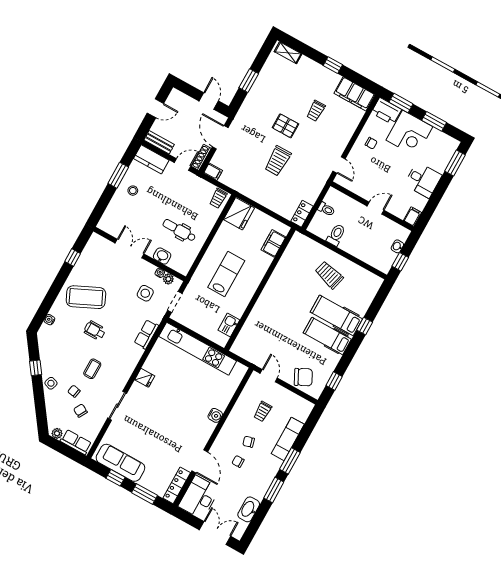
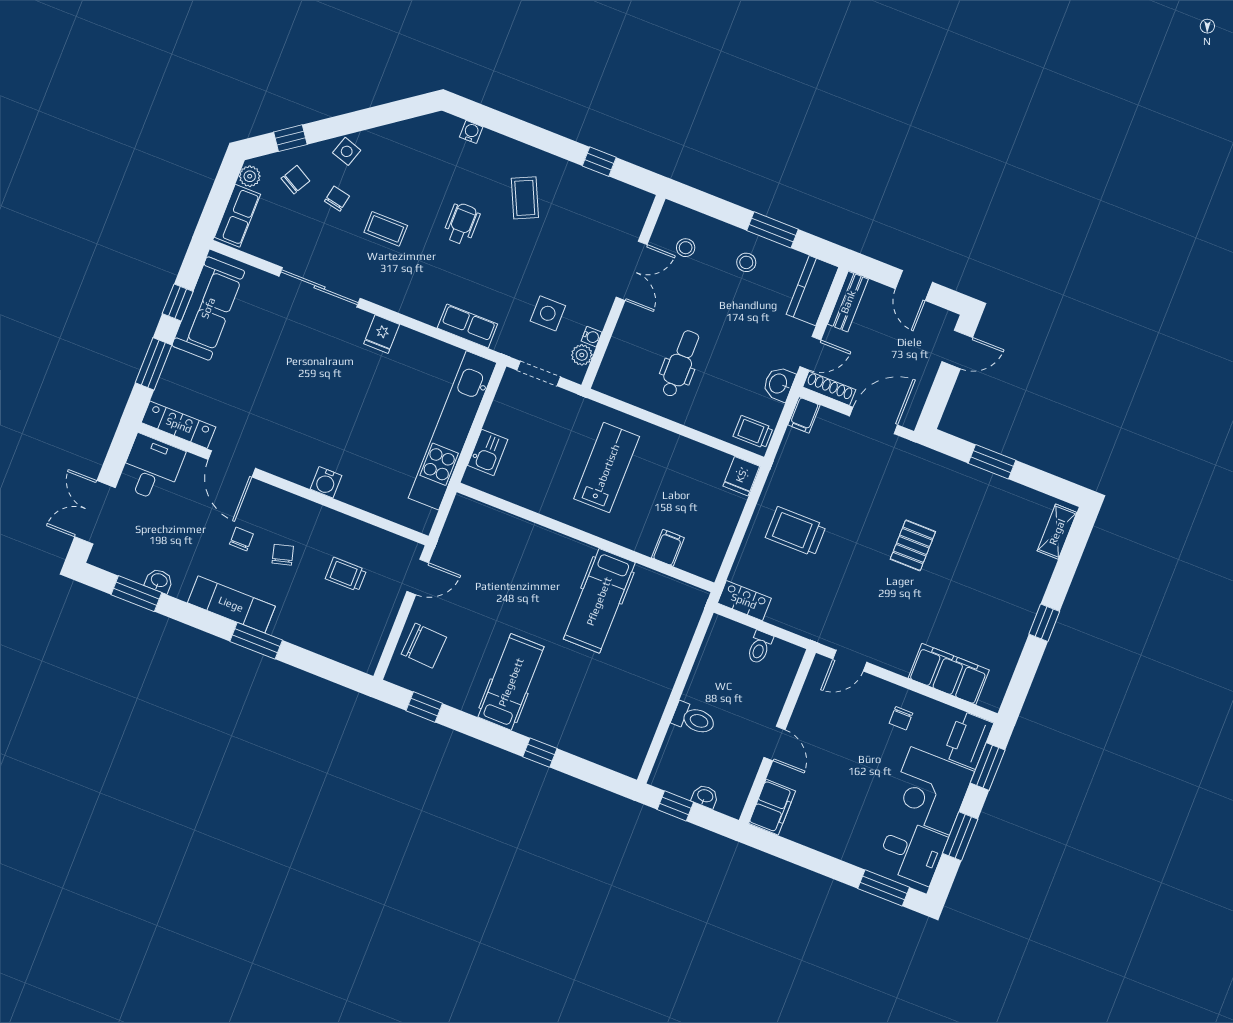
filing cabinet: (354, 94) -> (949, 674), moved, turned 90
door: (209, 101) -> (957, 349), moved
trolley: (316, 111) -> (950, 601), removed
trolley: (278, 161) -> (796, 532), moved
door: (183, 164) -> (810, 353), hinge flipped
desk: (423, 180) -> (912, 852), moved, turned -90
fridge: (239, 214) -> (741, 476), width x0.53, depth x0.75
filing cabinet: (412, 216) -> (772, 807), width x2.00
stool: (121, 220) -> (686, 248), added
toilet: (336, 235) -> (694, 719), moved
filing cabinet: (273, 243) -> (668, 548), width x0.50
washbasin: (162, 256) -> (779, 384), moved, turned 180
lab bench: (226, 274) -> (607, 468), turned -90
trolley: (329, 275) -> (632, 670), removed
coffee table: (86, 297) -> (525, 198), width x0.54, depth x0.58
hospital bed: (336, 315) -> (599, 601), moved, turned 180
kitchen sink: (229, 325) -> (488, 452), moved, turned 90
window: (36, 368) -> (290, 138), moved
chair: (303, 377) -> (424, 646), turned -60
sliding door: (117, 406) -> (320, 287), width x1.37
chair: (80, 411) -> (295, 180), moved
exam couch: (288, 439) -> (231, 604), moved
door: (200, 461) -> (232, 464), hinge flipped
window: (274, 490) -> (136, 594), moved
desk: (199, 497) -> (152, 468), width x0.73
washbasin: (249, 509) -> (159, 581), width x0.52, depth x0.69
double door: (215, 533) -> (95, 512), swing flipped

